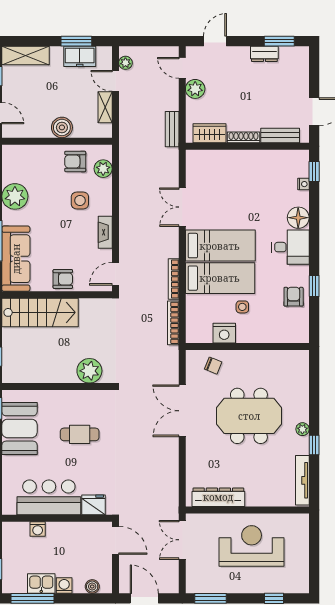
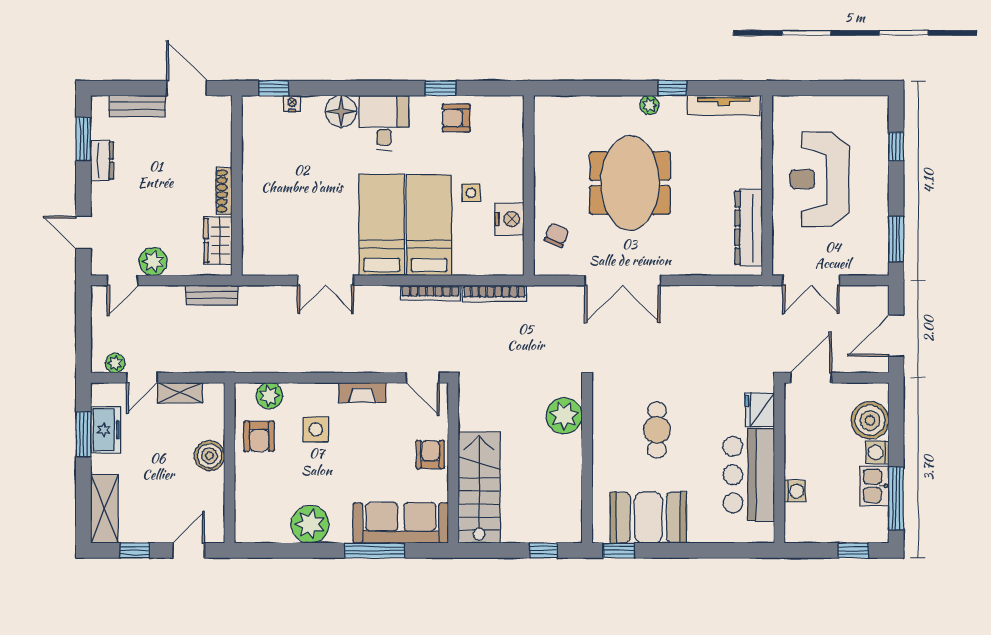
bench: (280, 135) -> (137, 106), moved, turned 90
boiler: (92, 586) -> (870, 420), width x1.86, depth x1.86

